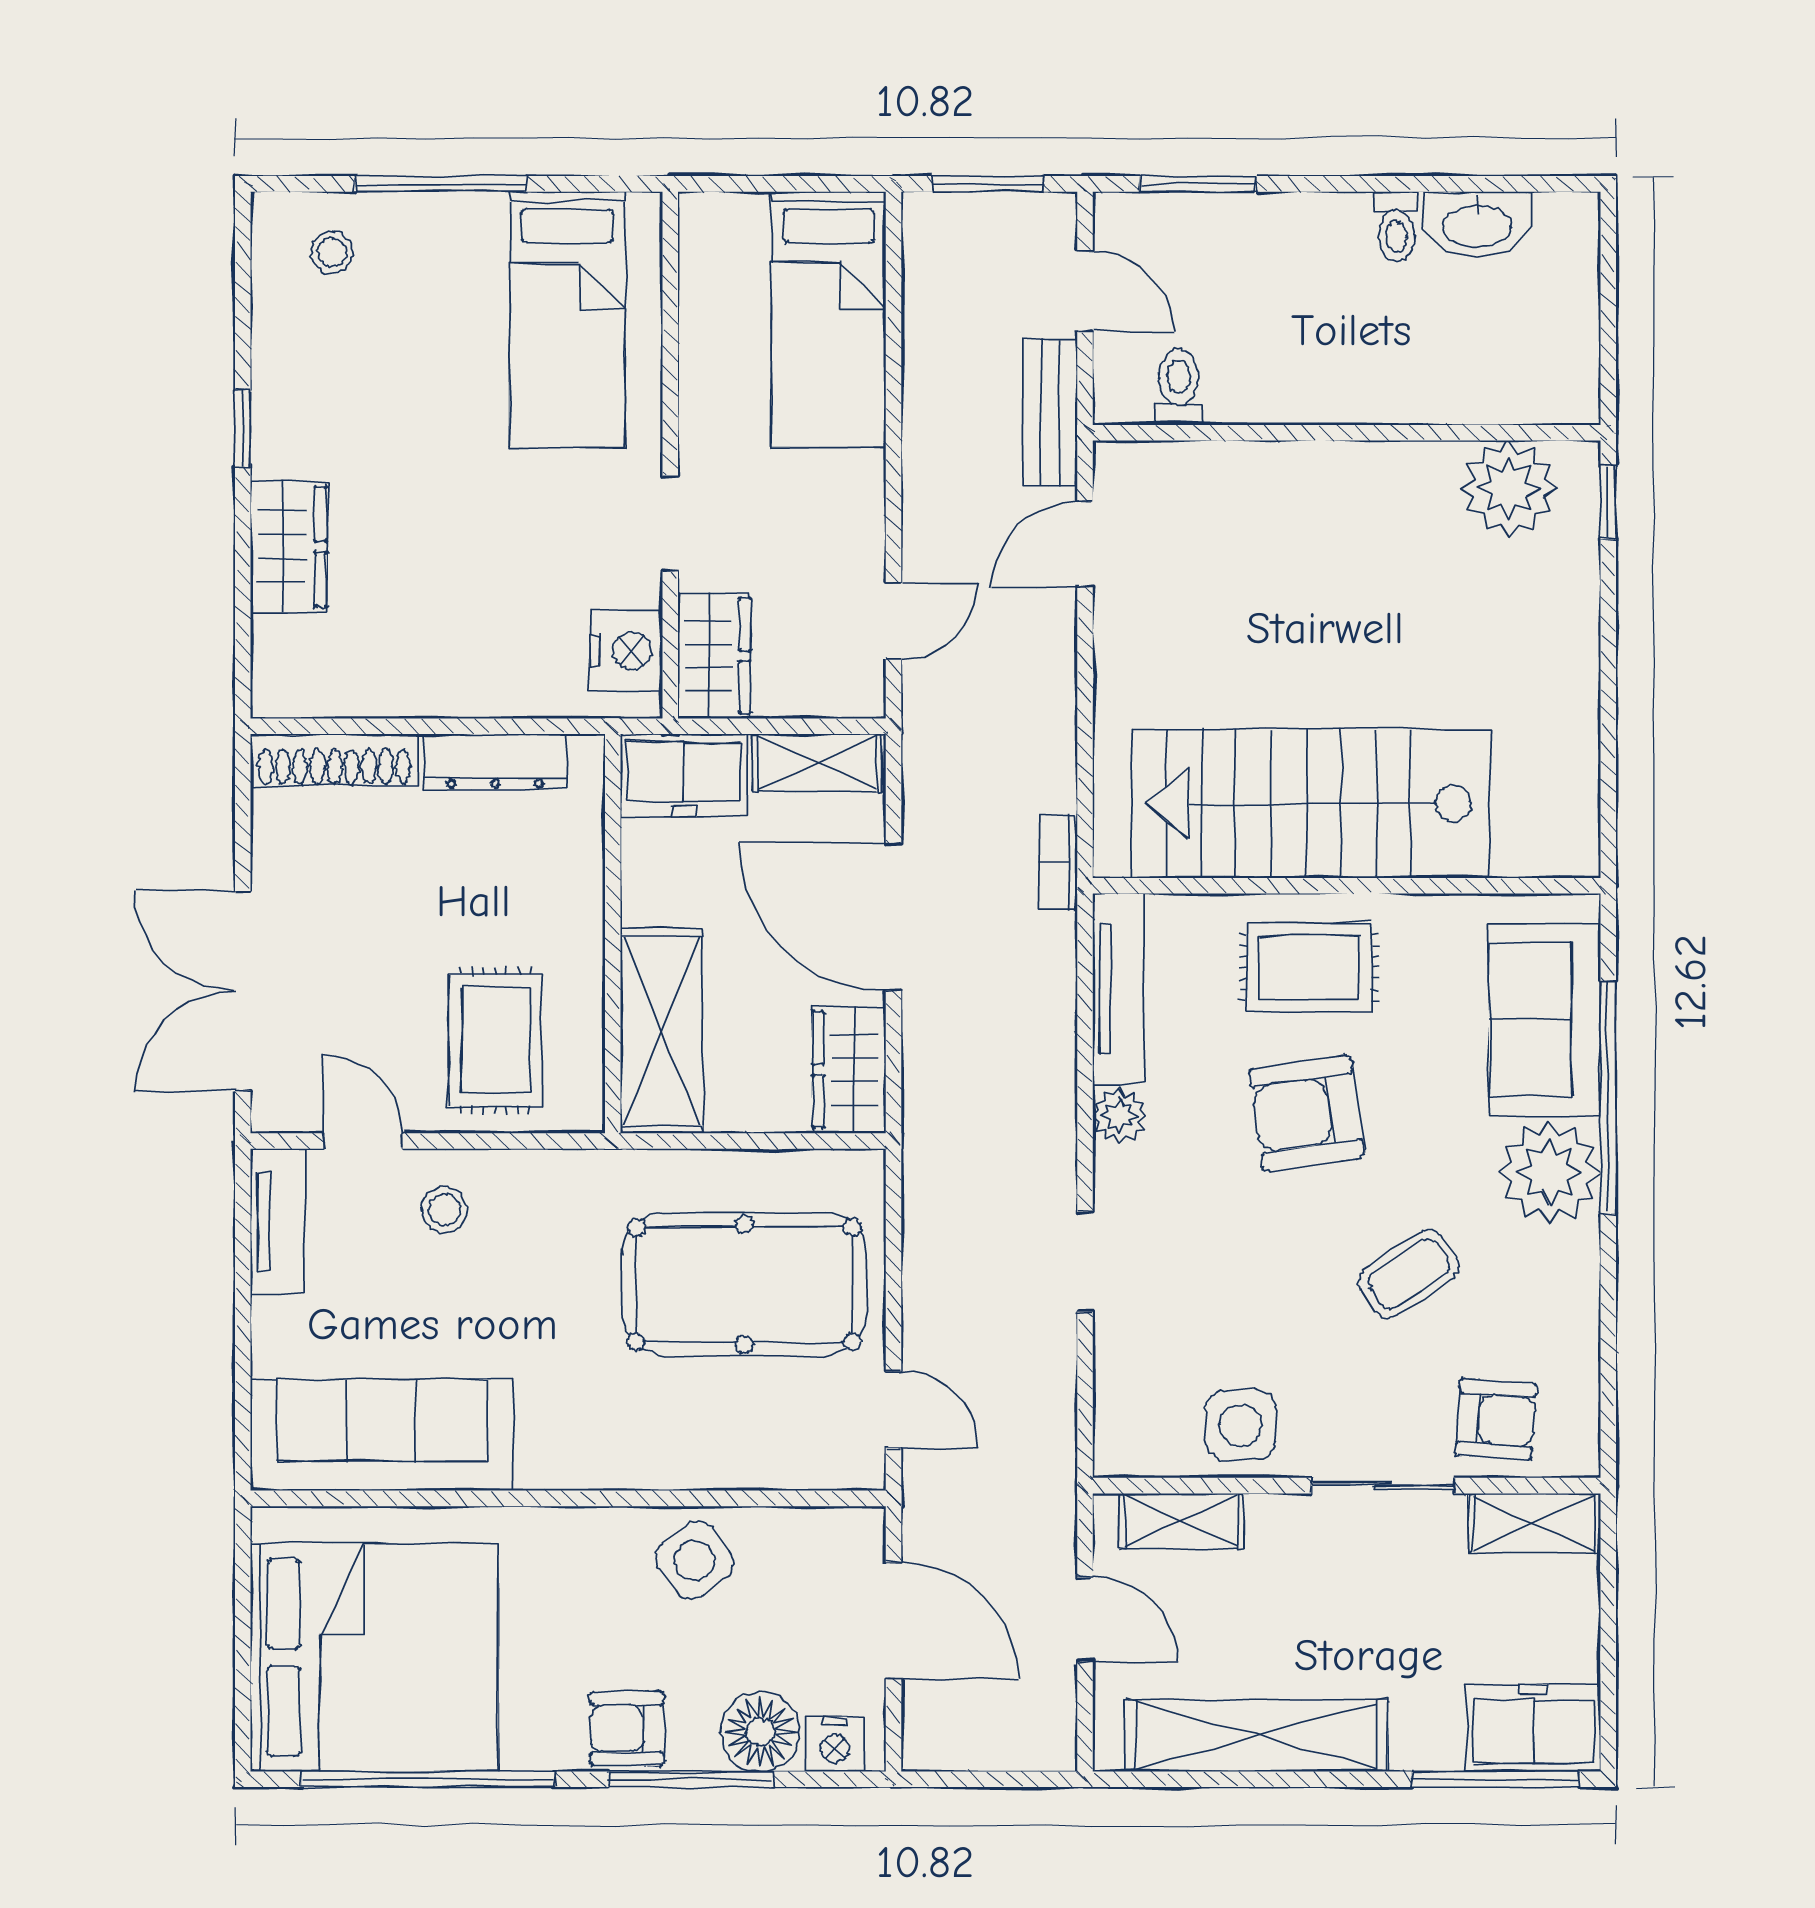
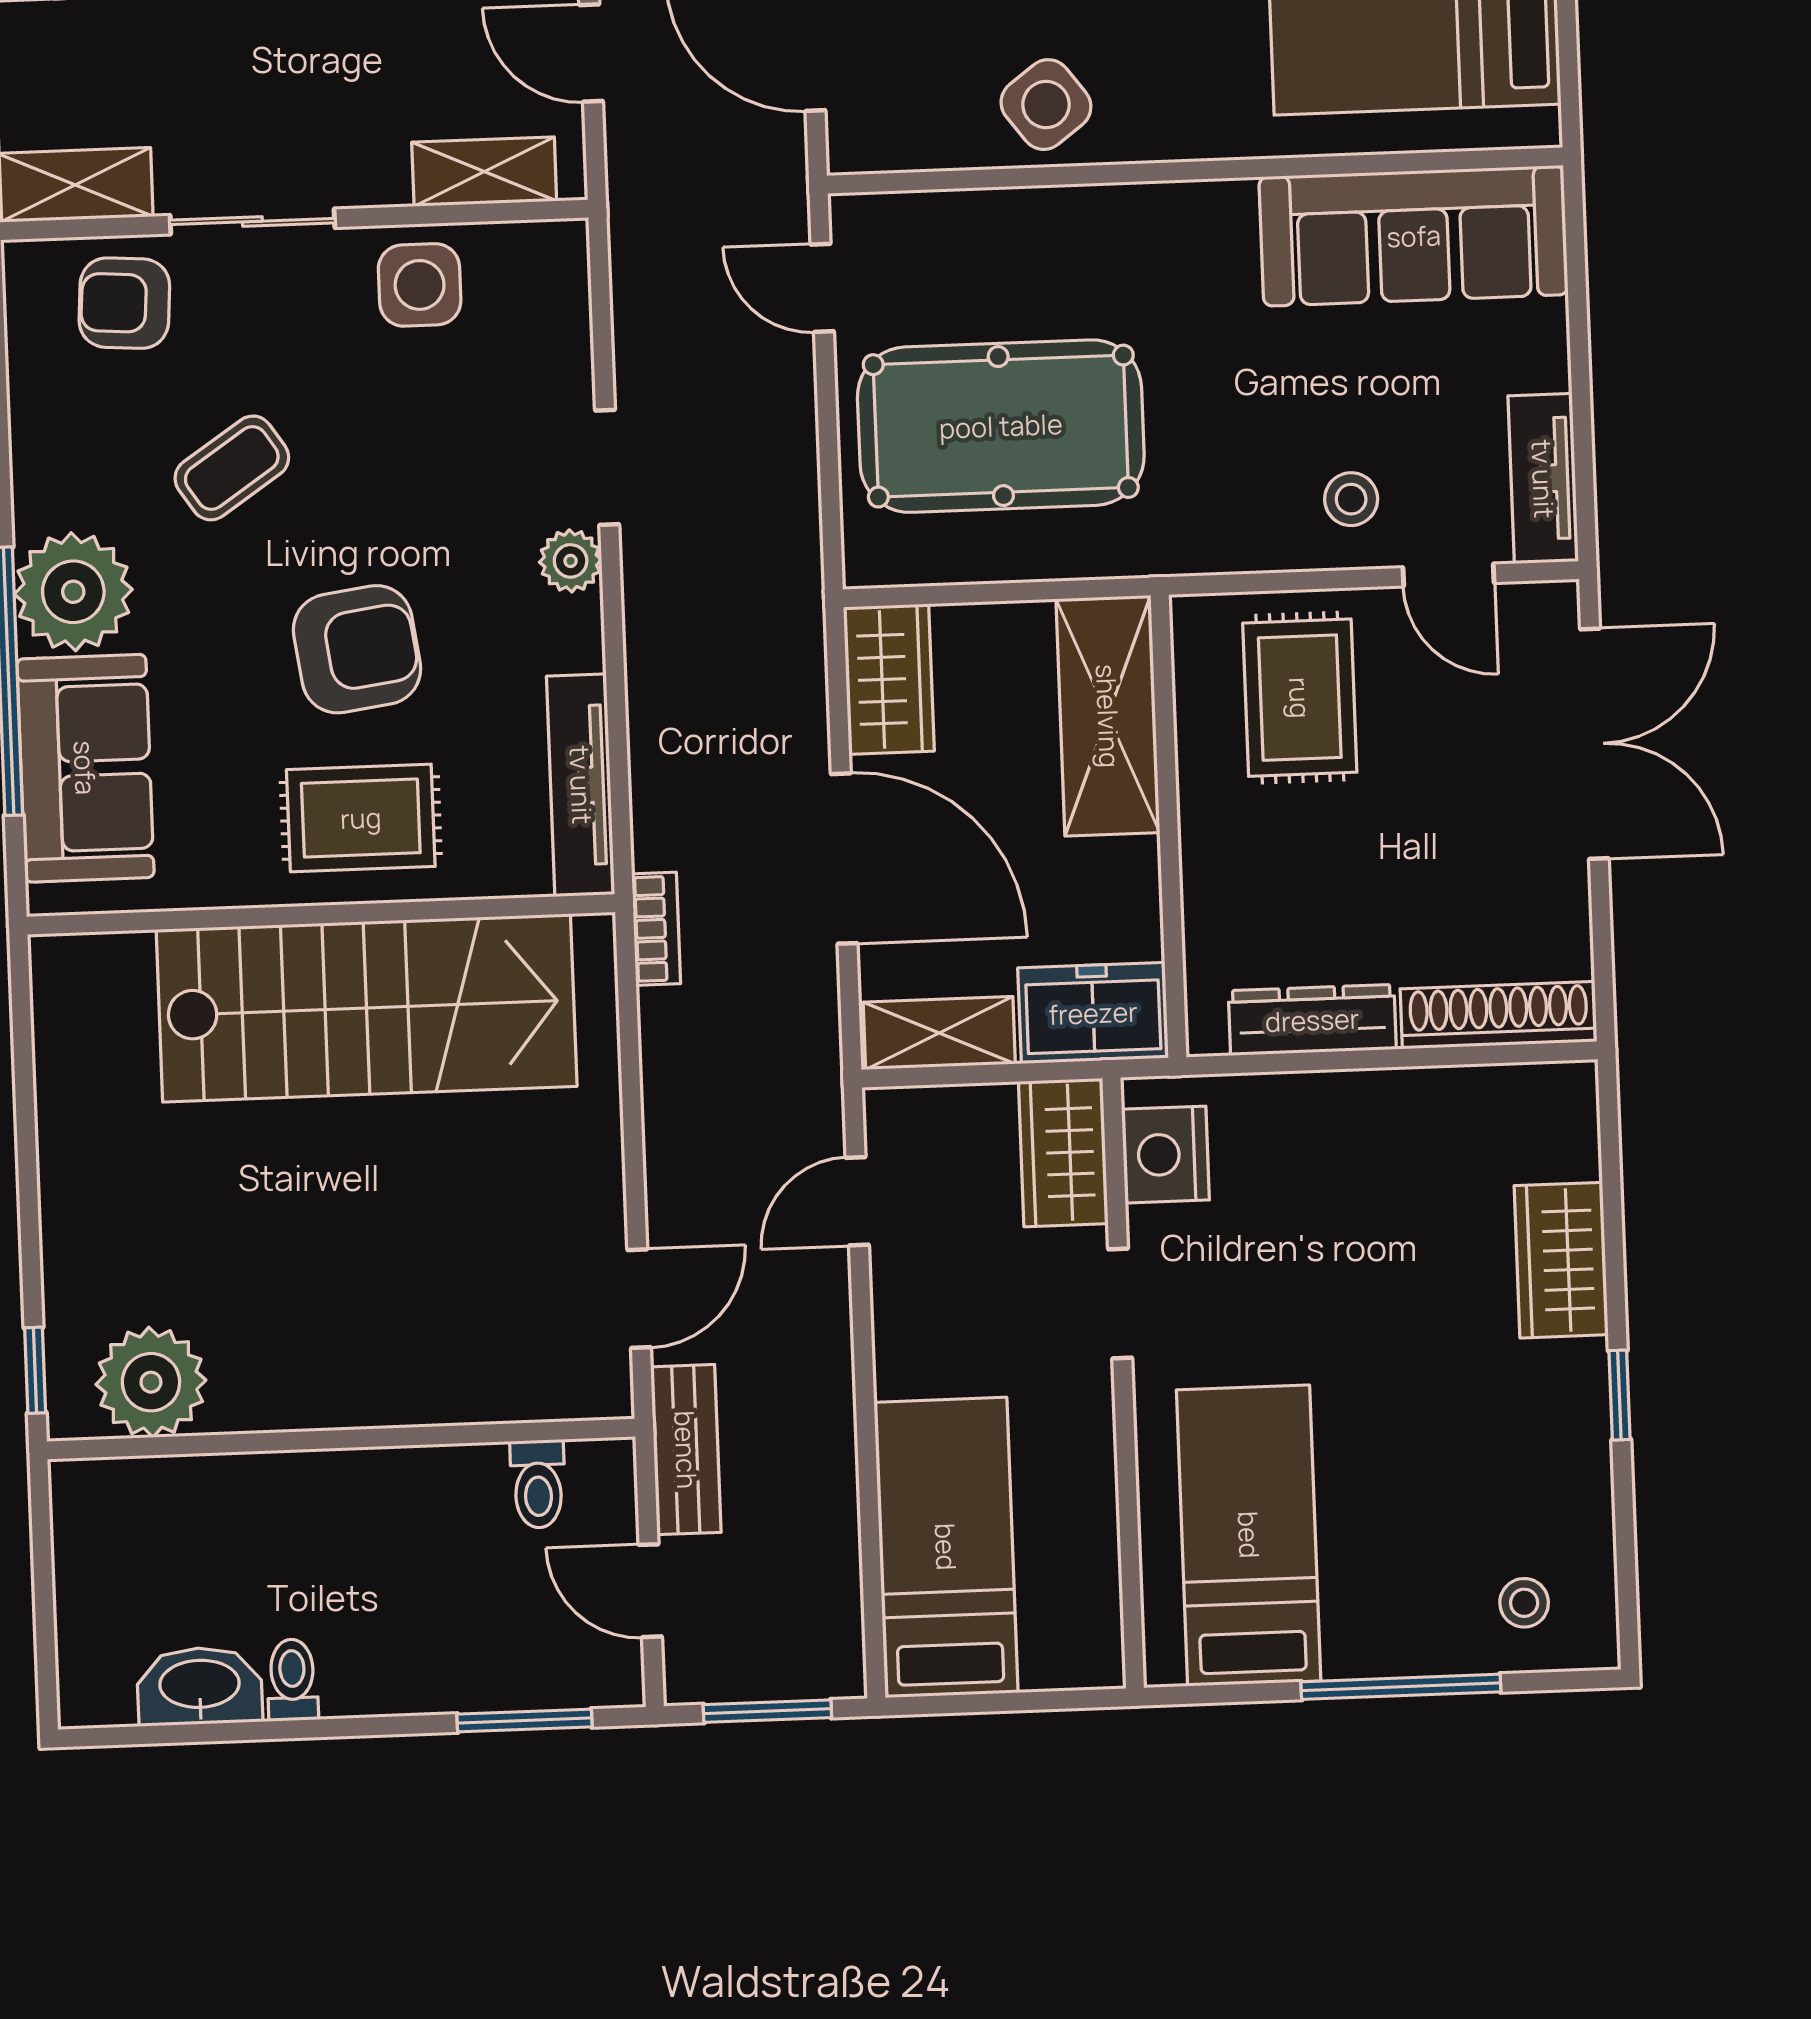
plant: (1120, 1116) -> (571, 561), moved

